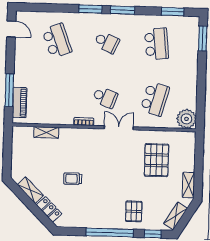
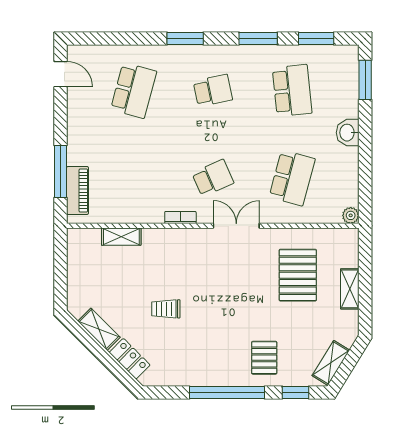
window: (123, 10) -> (258, 39), moved
school desk: (57, 41) -> (134, 90), turned 36
school desk: (107, 42) -> (213, 90), turned -36
washbasin: (191, 71) -> (348, 133), added
school desk: (105, 97) -> (213, 178), turned -45
plant: (186, 119) -> (351, 215), width x0.53, depth x0.53
shelving: (188, 185) -> (350, 289), moved

